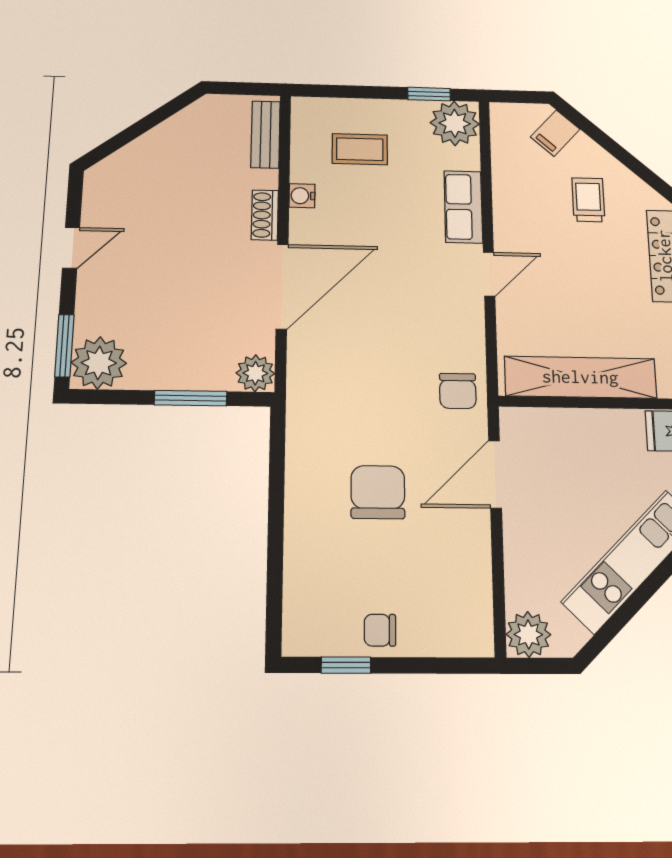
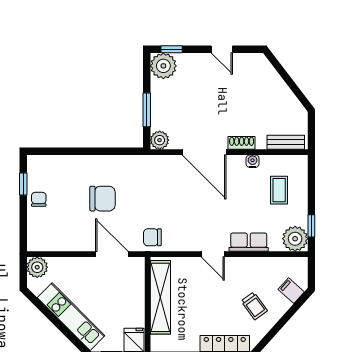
trolley: (588, 200) -> (254, 306), turned 54
window: (64, 346) -> (172, 49), width x0.67

